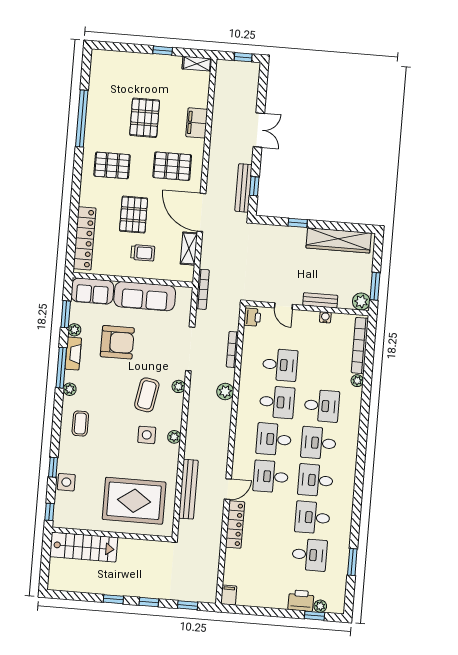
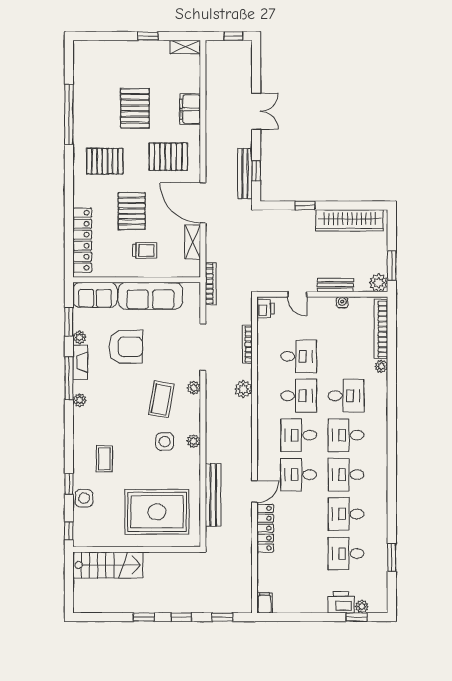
coffee table: (80, 423) -> (104, 459), moved
desk: (309, 555) -> (346, 554), turned 180

